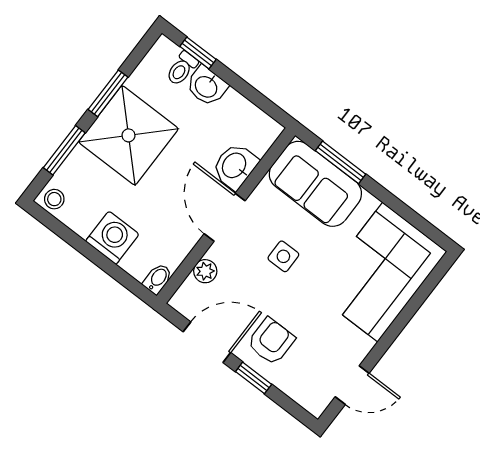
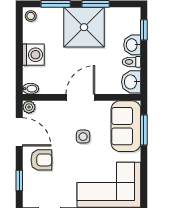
toilet: (182, 69) -> (132, 62), moved
washbasin: (235, 166) -> (131, 82), moved, turned -90
plant: (205, 271) -> (29, 107), moved
window: (254, 378) -> (19, 181), moved

